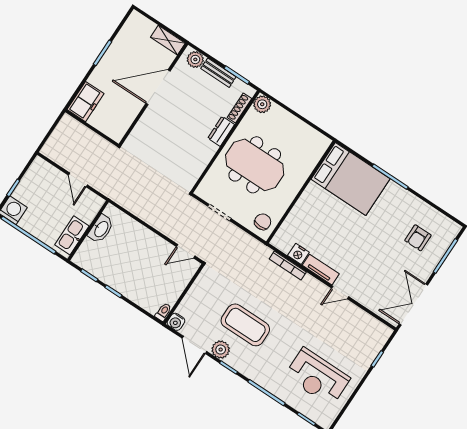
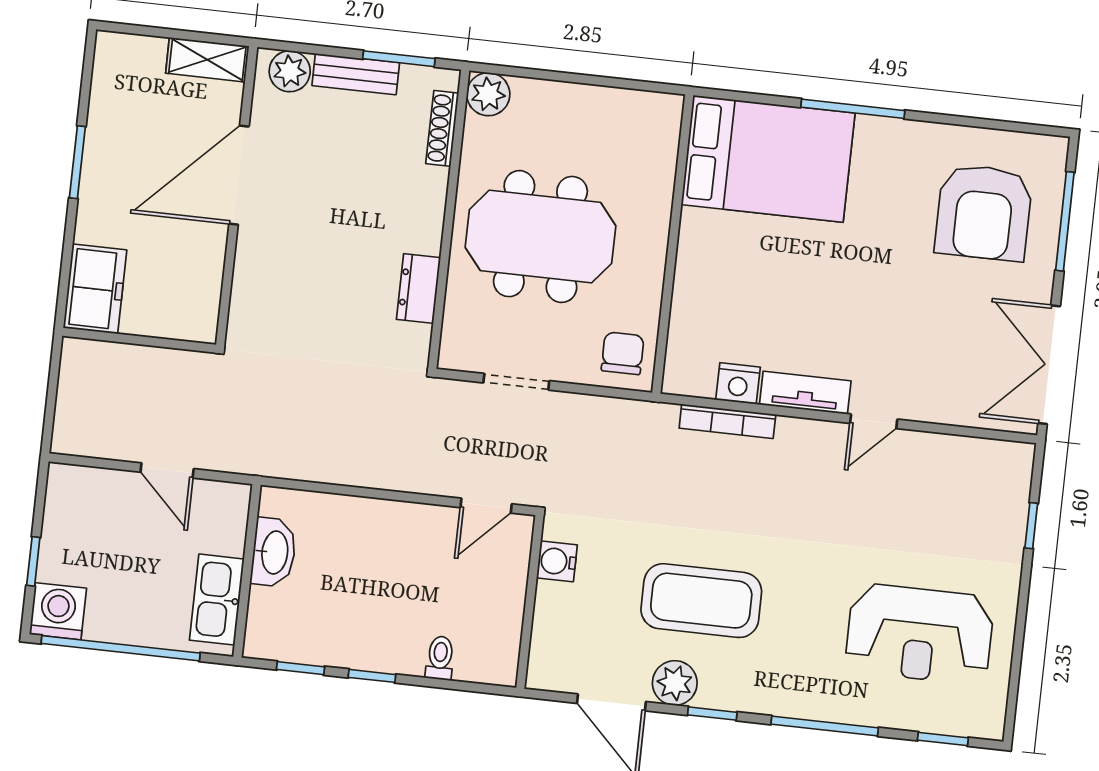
dresser: (221, 131) -> (418, 289), moved
armchair: (418, 238) -> (984, 212), width x1.88, depth x1.88
toilet: (163, 312) -> (440, 658), moved
water cooler: (176, 322) -> (557, 561), moved, turned 90

